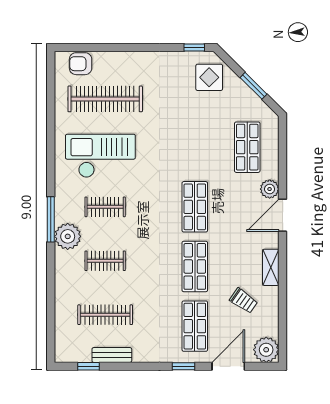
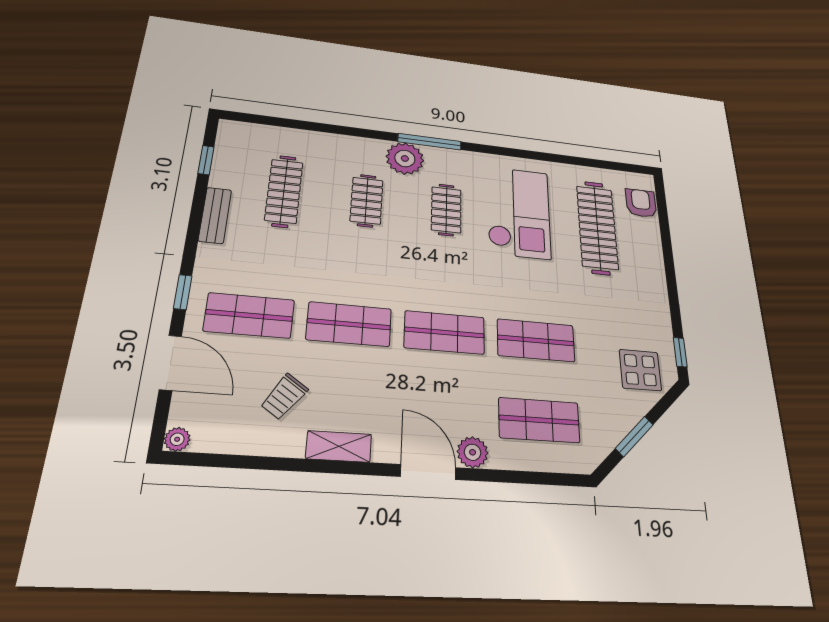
shop shelf: (195, 147) -> (536, 340), added
plant: (266, 350) -> (177, 439), width x0.53, depth x0.53
bench: (112, 355) -> (215, 215), moved

